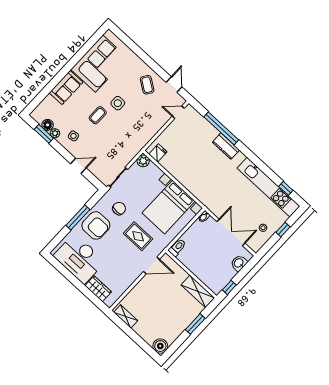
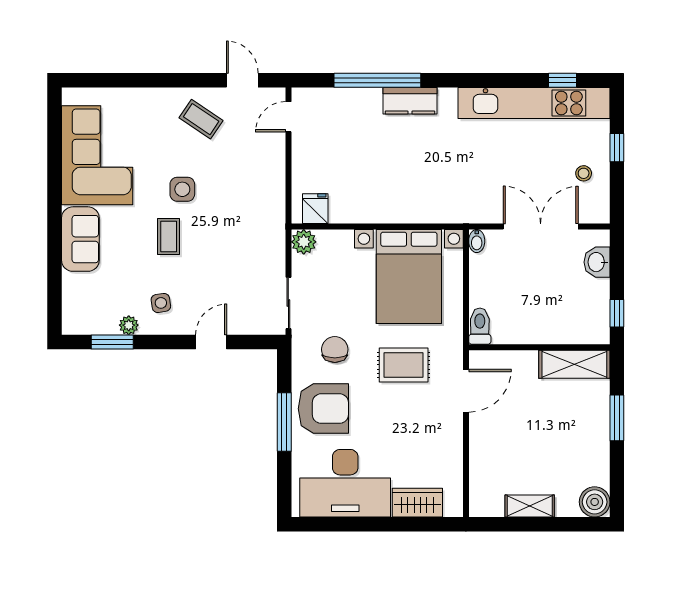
floor lamp: (48, 125) -> (105, 323), removed
shelving: (126, 317) -> (530, 506), moved

